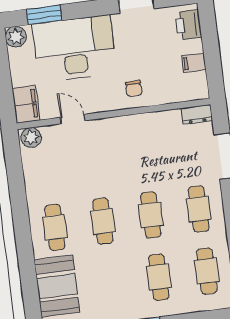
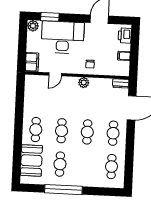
door: (73, 119) -> (55, 74), swing flipped
plant: (31, 137) -> (84, 83), moved
cafe table: (159, 277) -> (60, 164), moved

